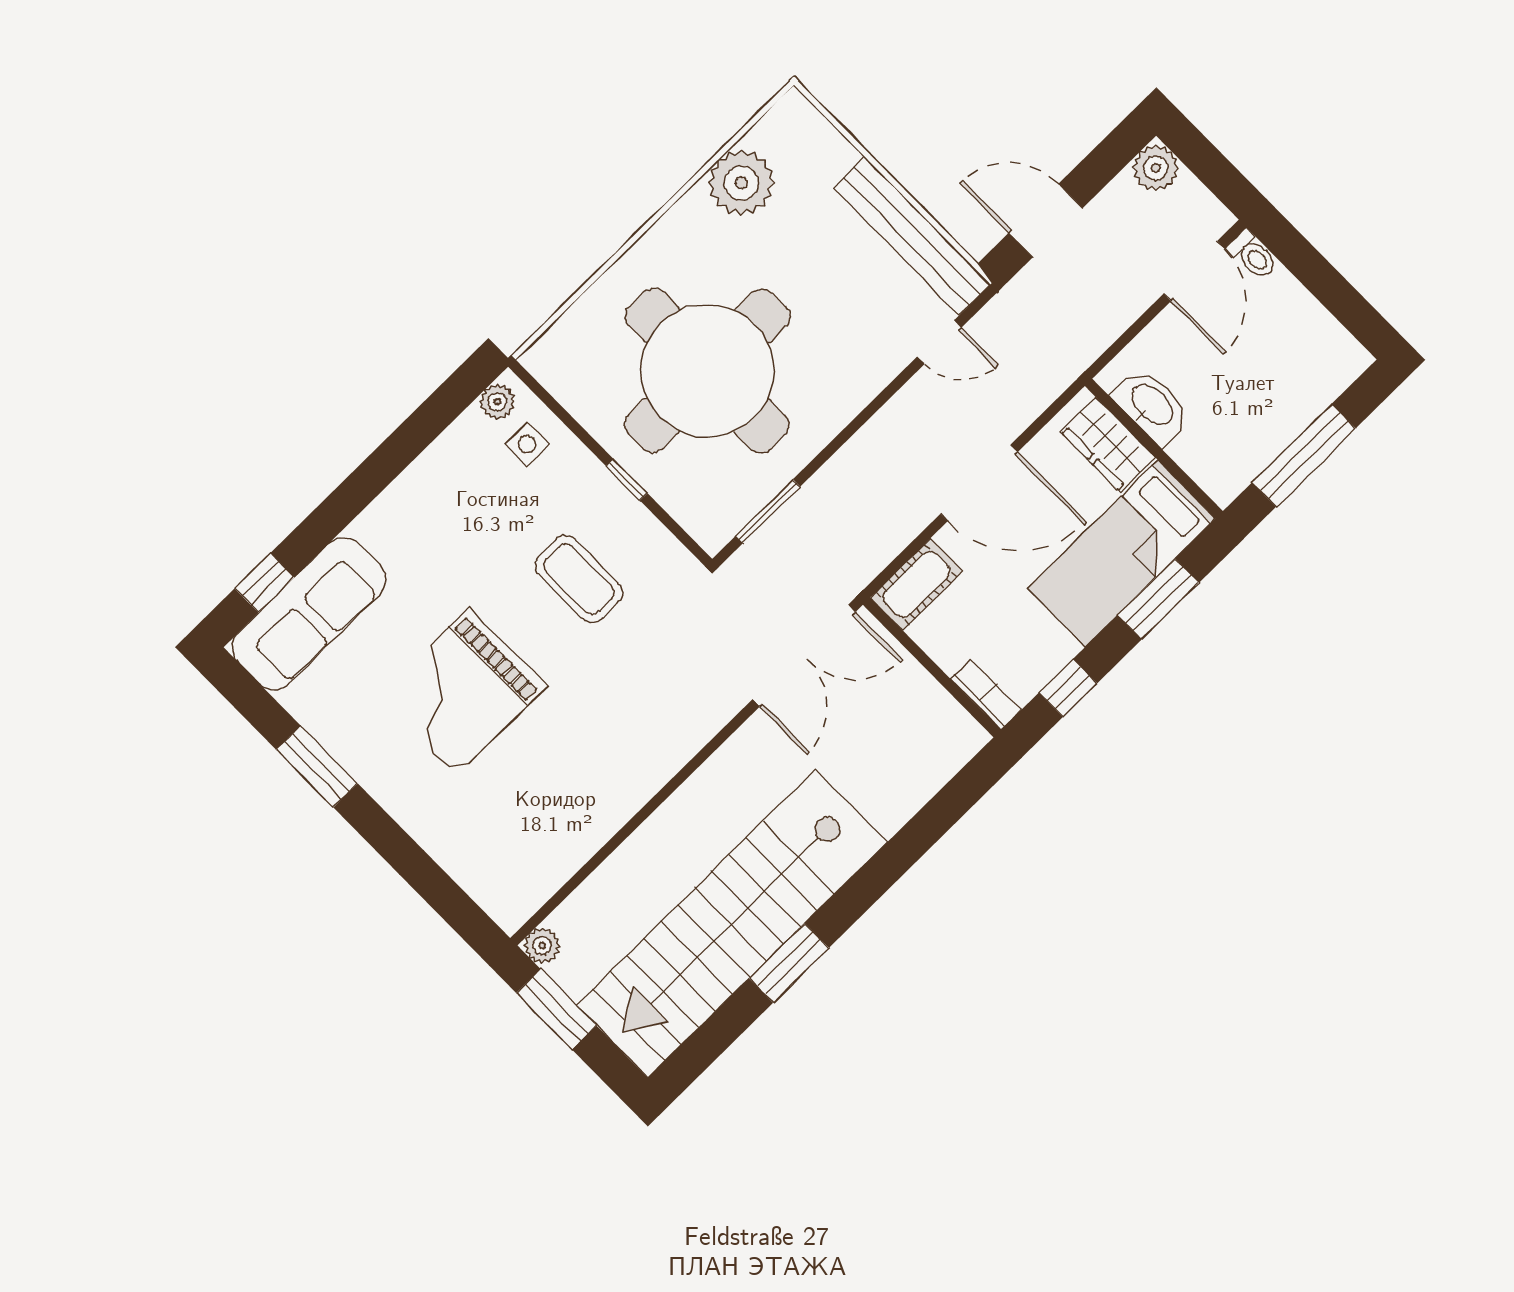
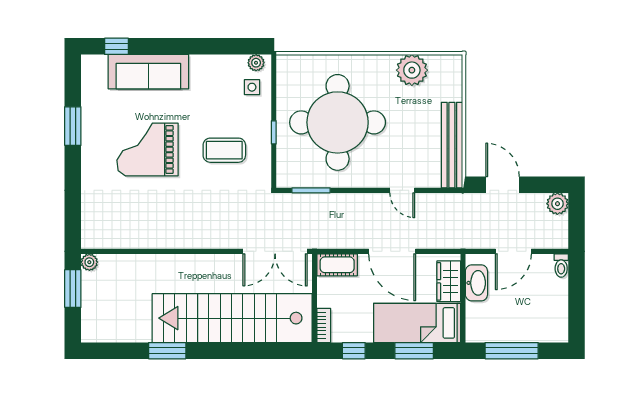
door: (1194, 271) -> (513, 251), moved
door: (939, 342) -> (402, 190), moved
coffee table: (579, 579) -> (224, 150), turned 90
sofa: (309, 614) -> (148, 72), moved
stairs: (732, 924) -> (232, 318), moved

